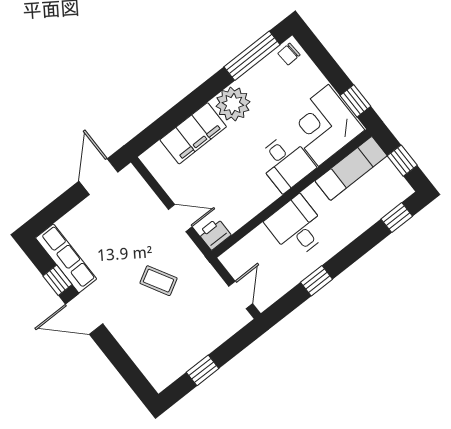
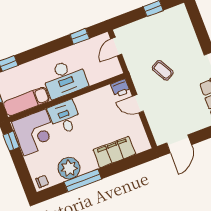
window: (252, 56) -> (83, 180), moved
plant: (233, 104) -> (69, 168), moved
desk: (297, 227) -> (65, 78), width x1.37
window: (317, 281) -> (80, 36), moved

